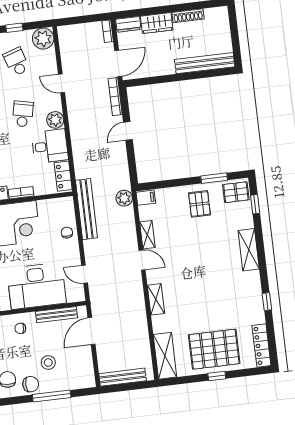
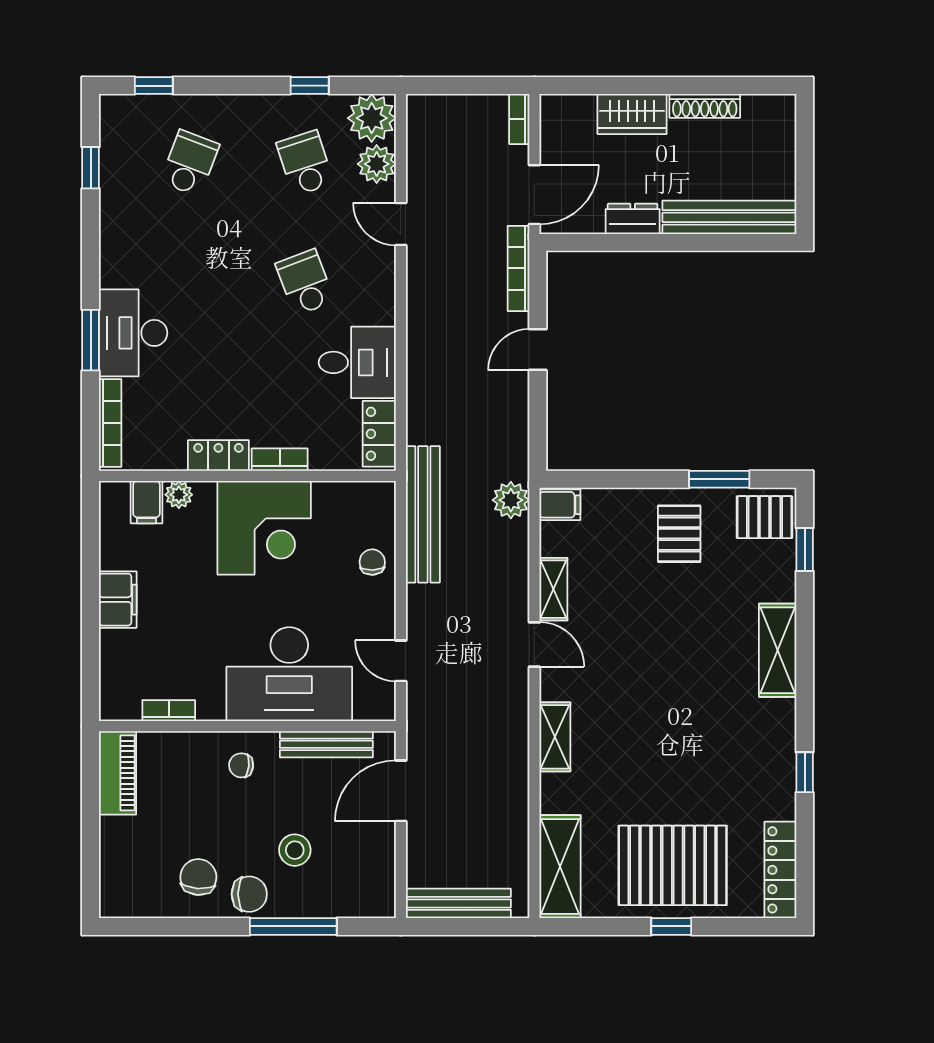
dresser: (128, 24) -> (633, 219), moved, turned 180
school desk: (23, 114) -> (305, 282), turned -33
plant: (55, 120) -> (377, 164), moved

